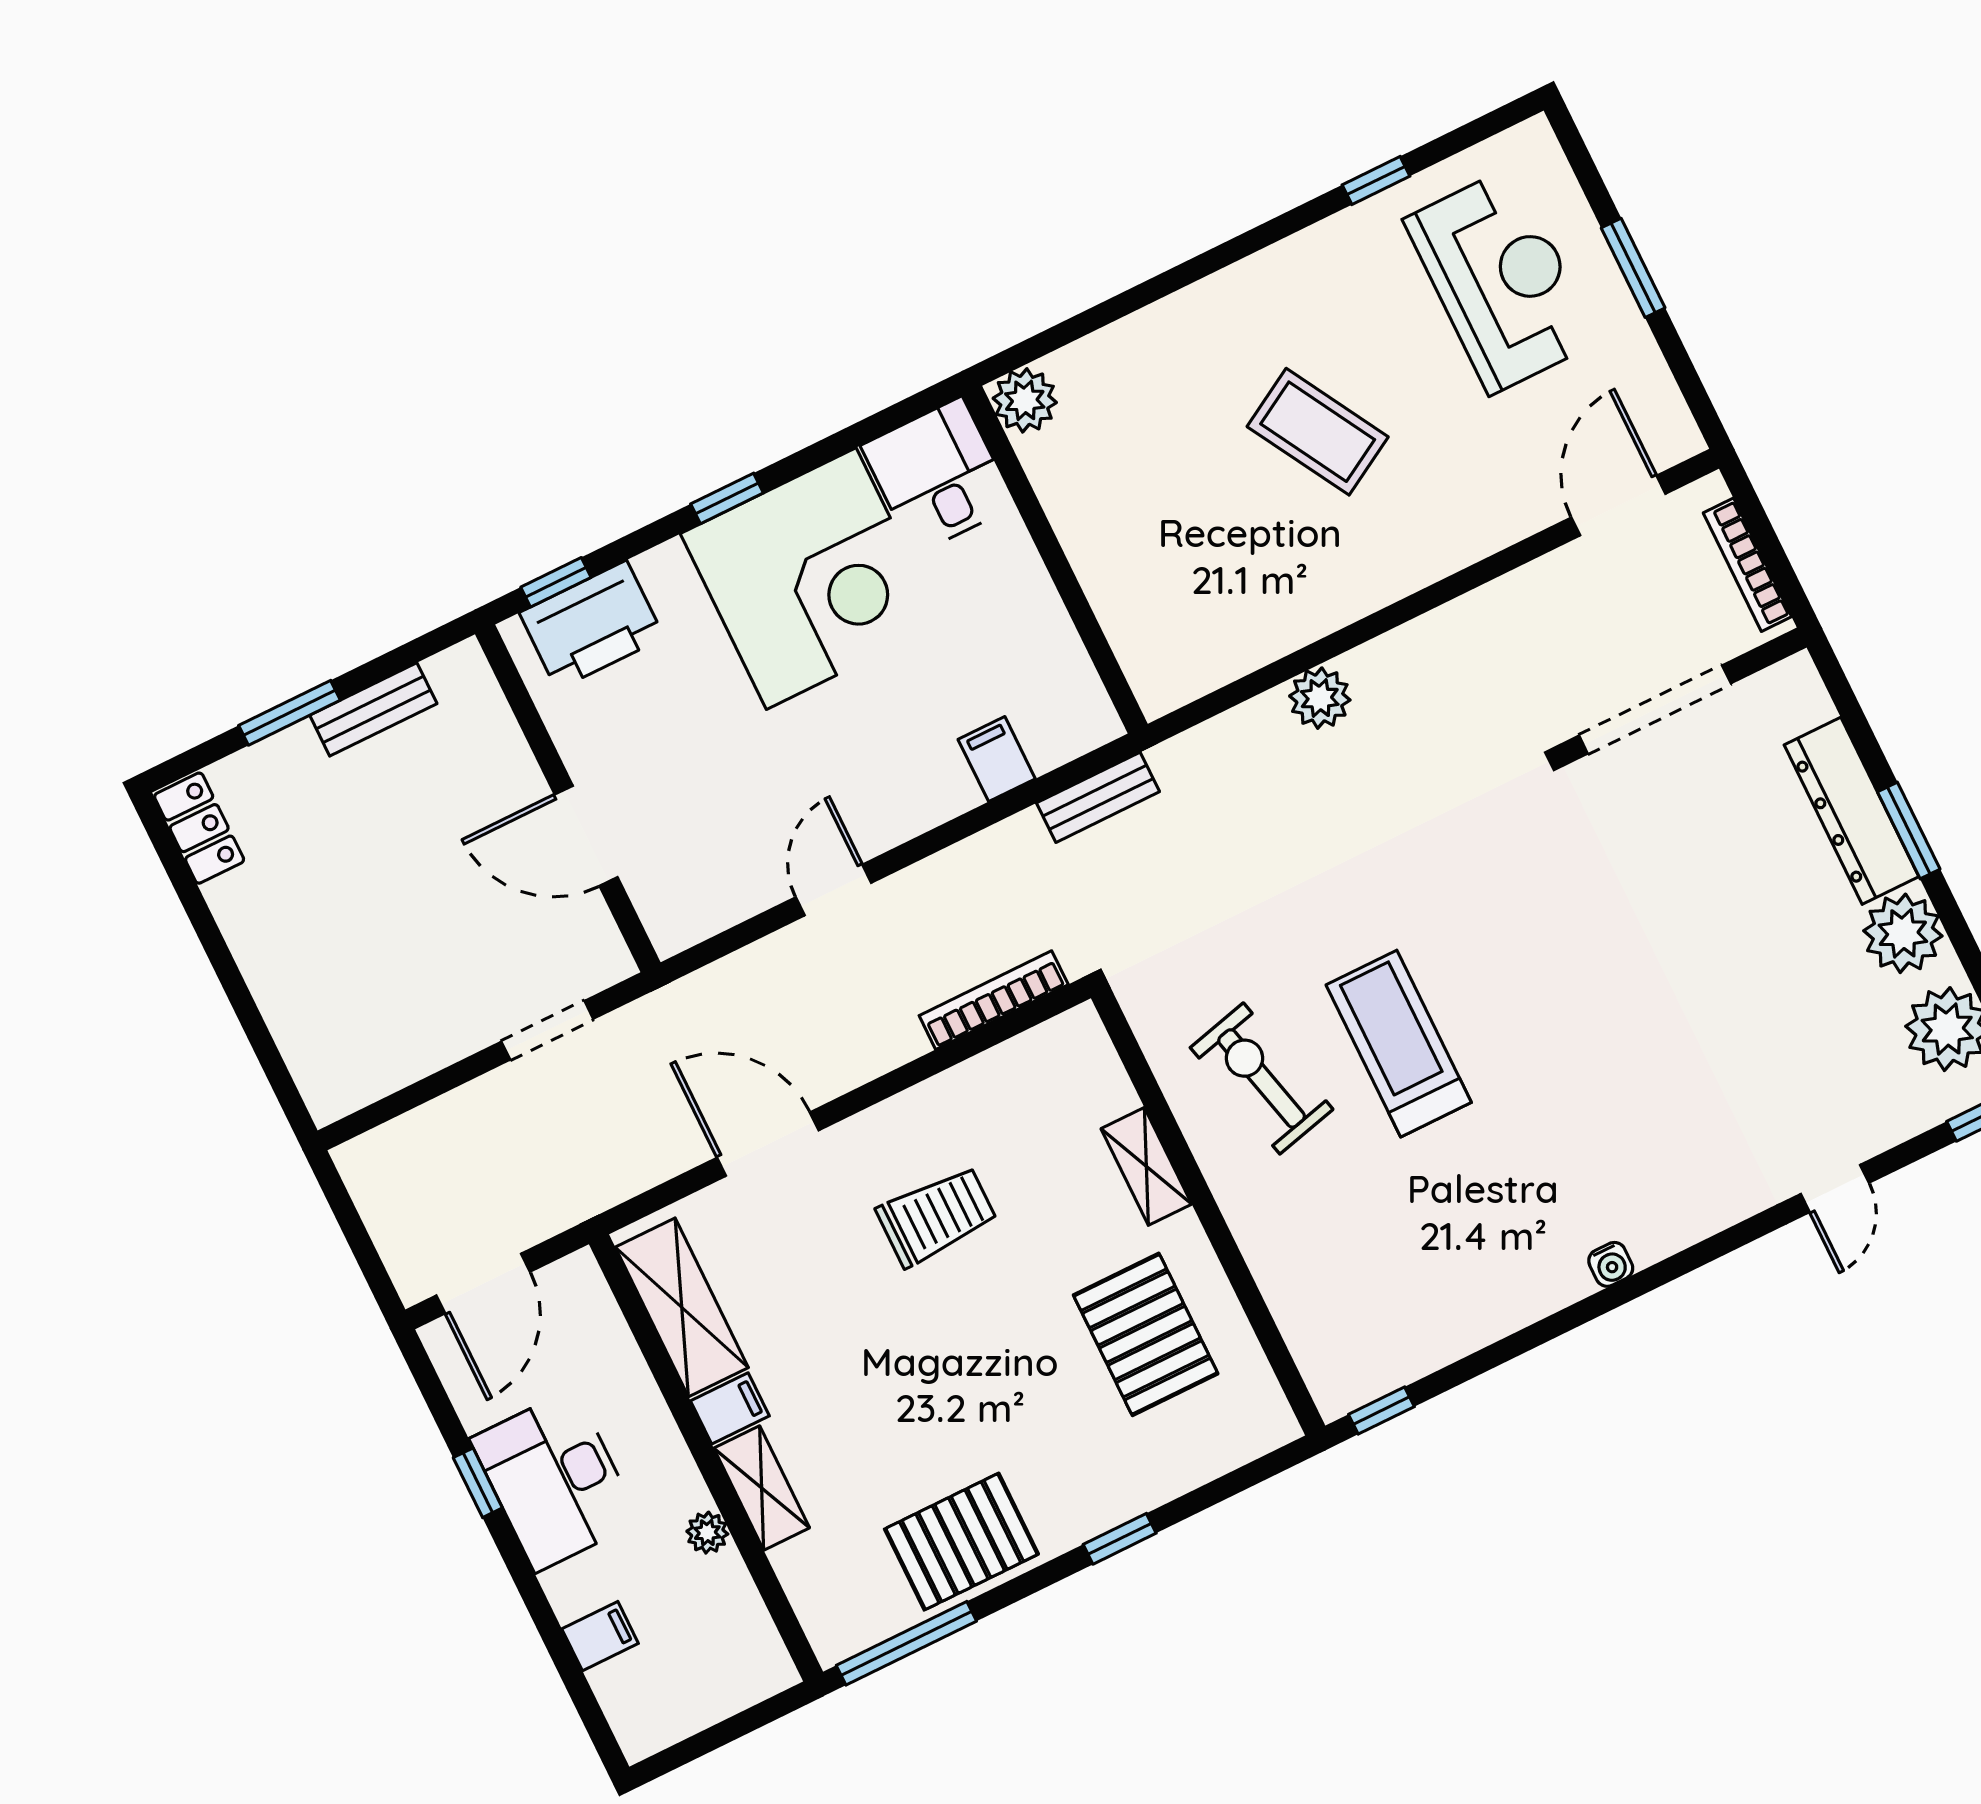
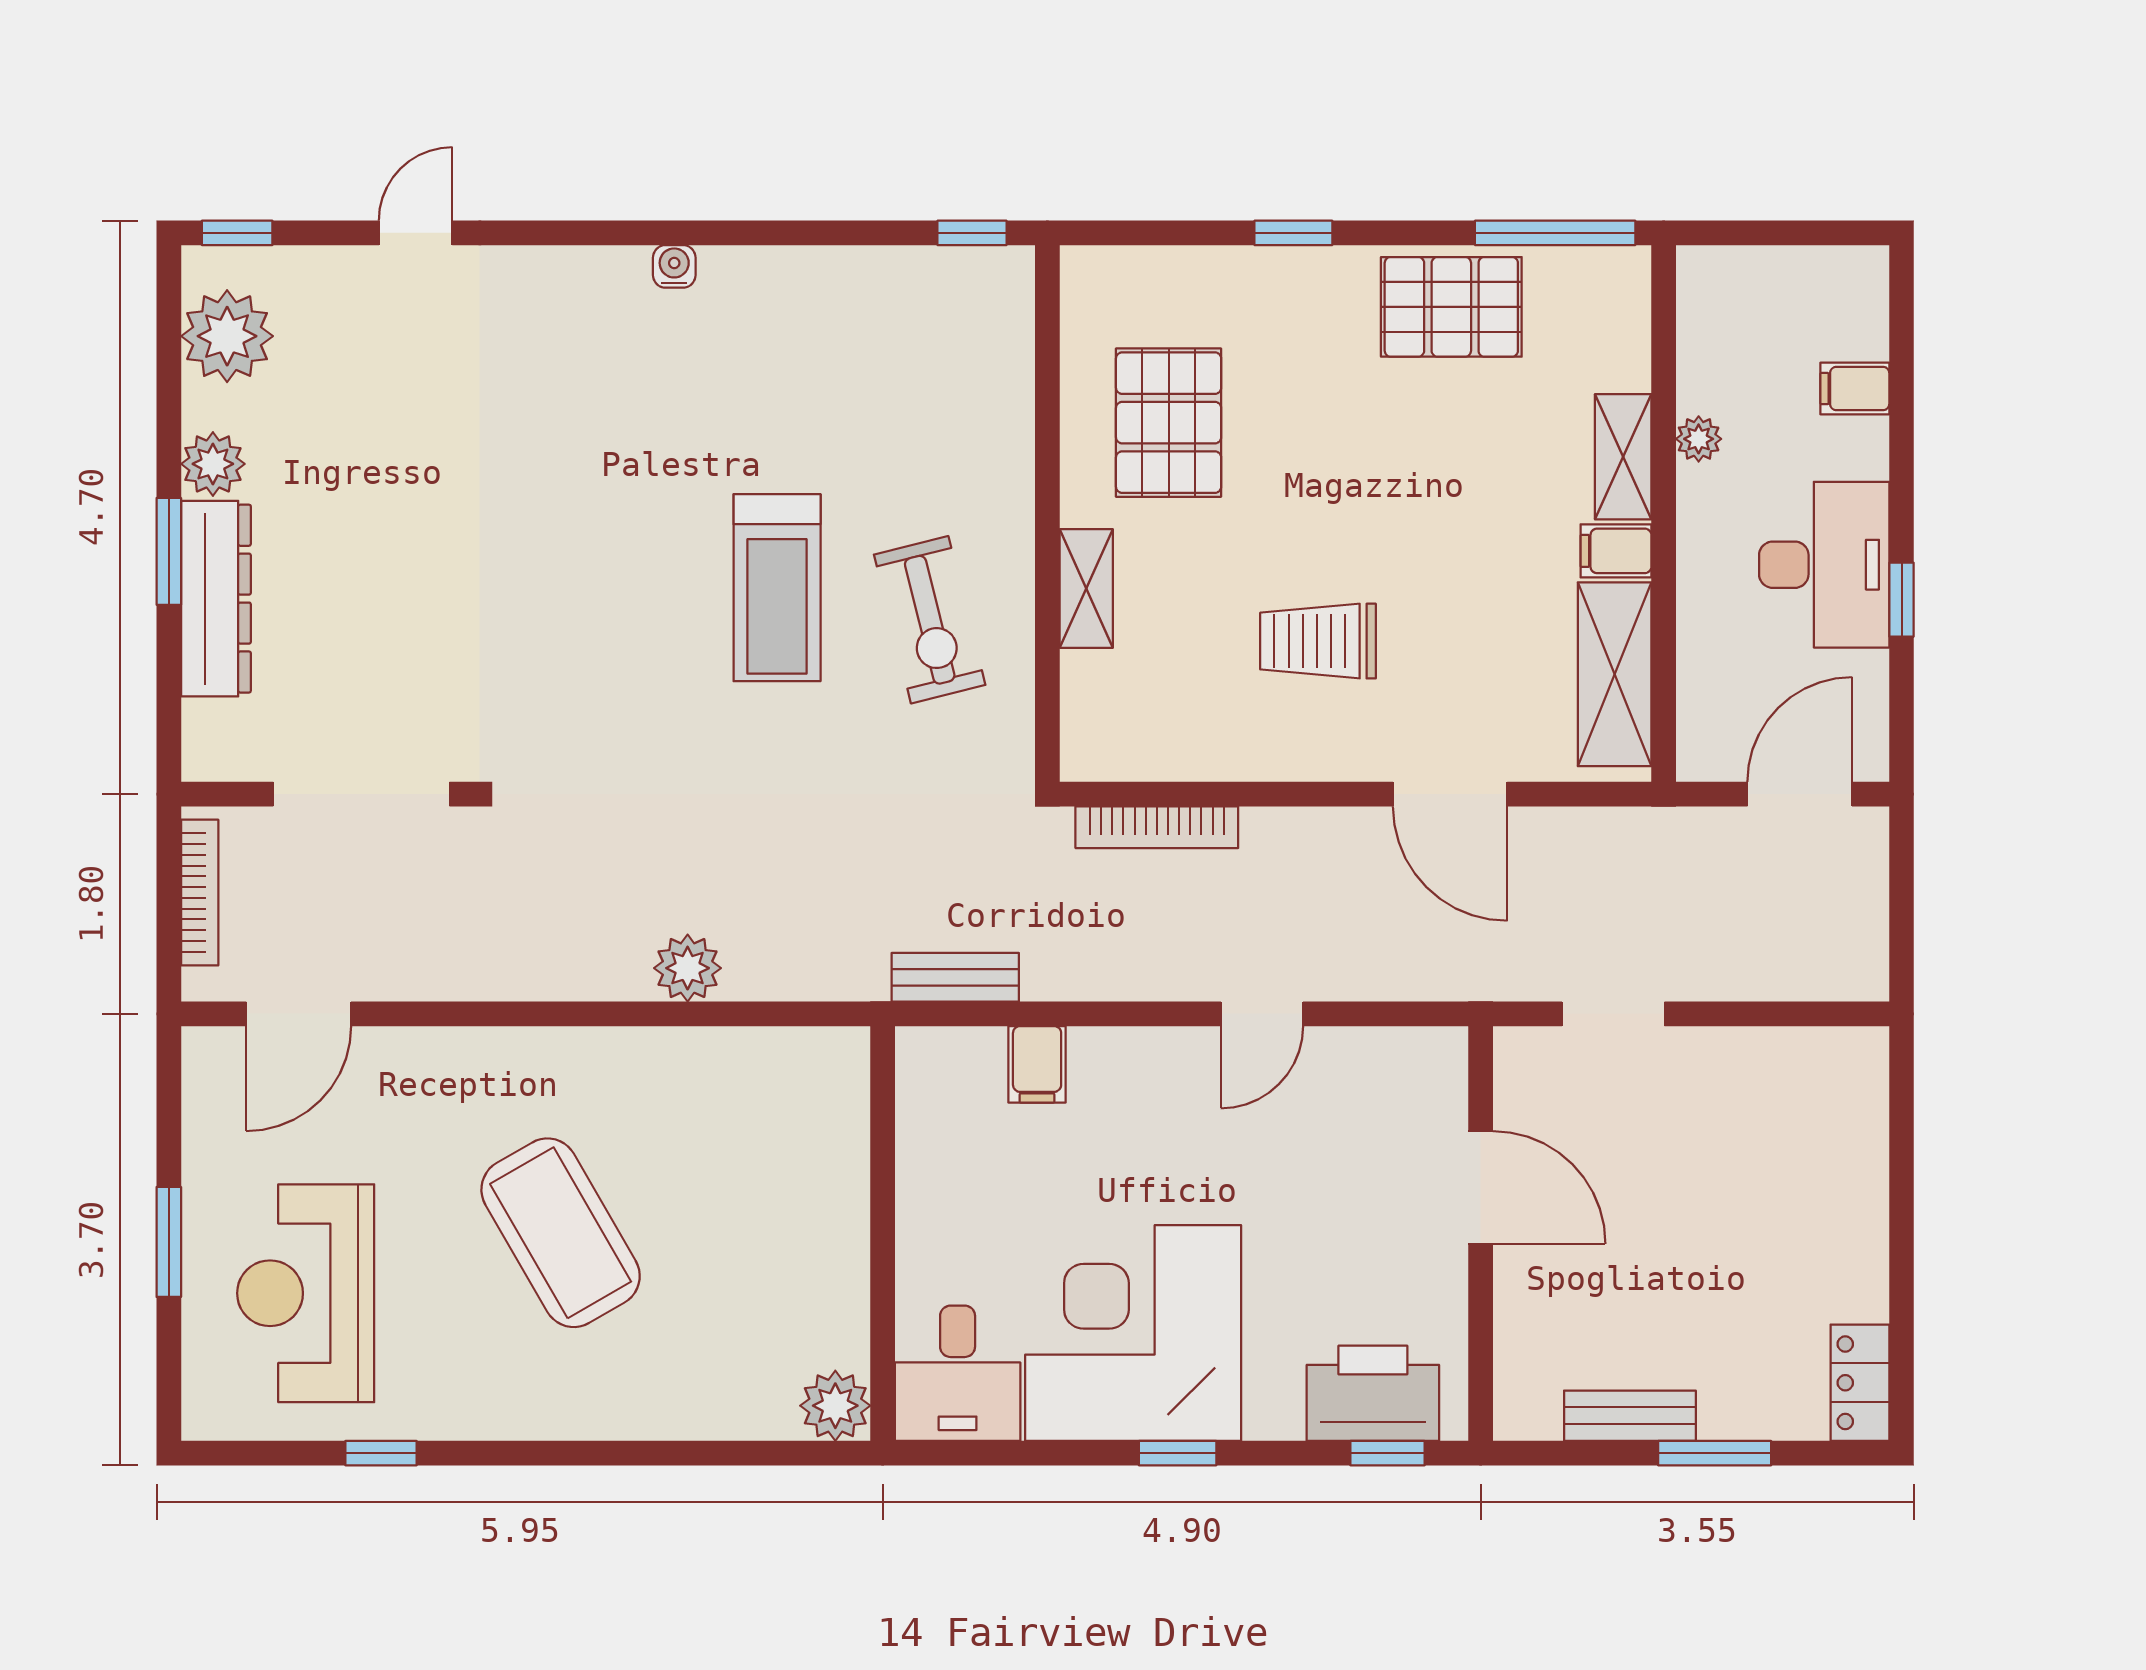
coffee table: (1318, 432) -> (561, 1233), width x1.36, depth x1.32
plant: (1903, 933) -> (213, 464), width x0.73, depth x0.73

